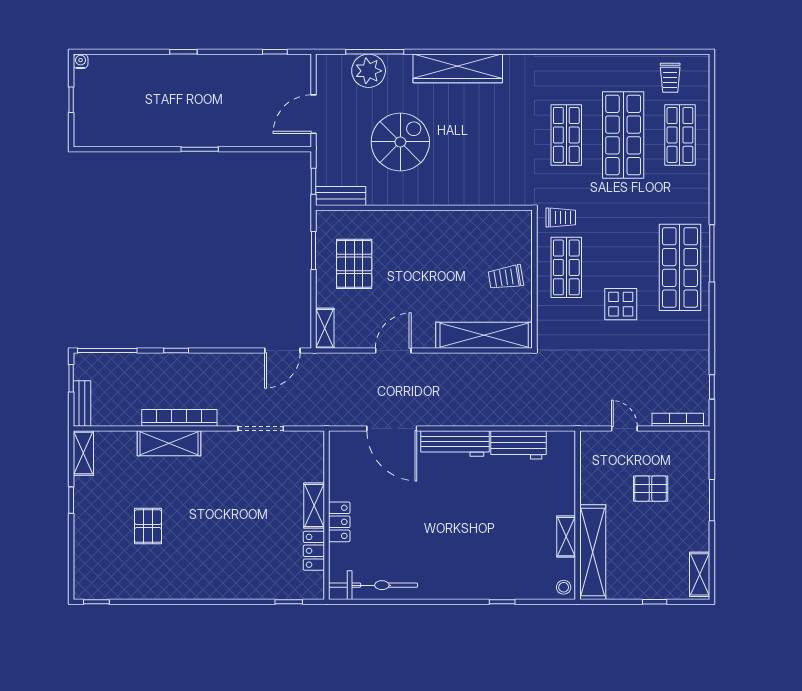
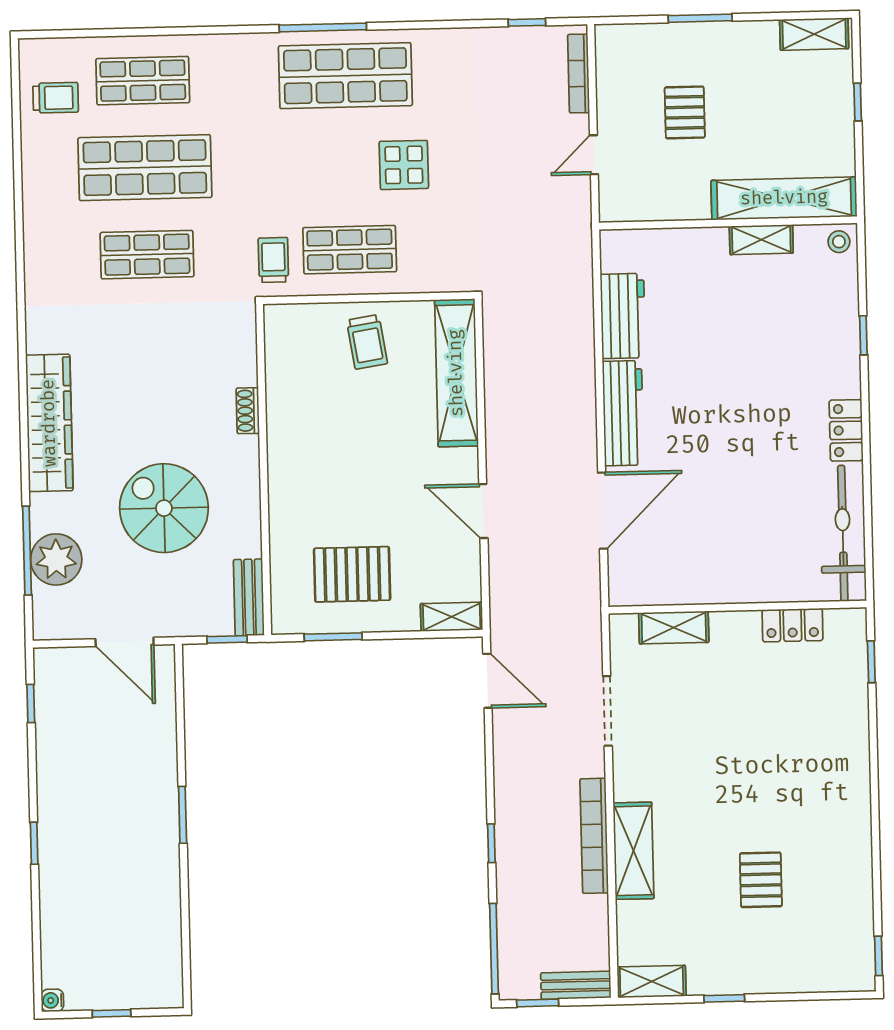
shoe rack: (463, 198) -> (248, 411), added
shelving: (314, 506) -> (674, 628), moved
locker: (339, 522) -> (846, 430), moved, turned -90
pallet: (148, 526) -> (761, 880), turned 90

